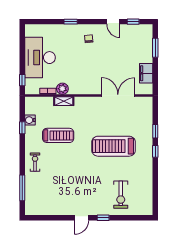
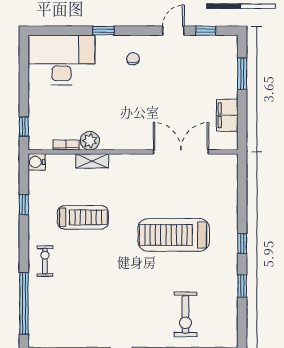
door: (113, 22) -> (173, 31), swing flipped
desk: (40, 58) -> (61, 60), moved, turned 90
water cooler: (30, 120) -> (37, 162), moved
window: (155, 131) -> (242, 286), moved
window: (22, 188) -> (24, 303), width x1.46

